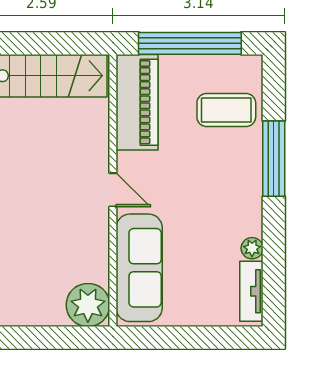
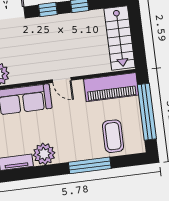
door: (113, 190) -> (62, 80), hinge flipped
plant: (252, 248) -> (44, 154), width x1.88, depth x1.88

